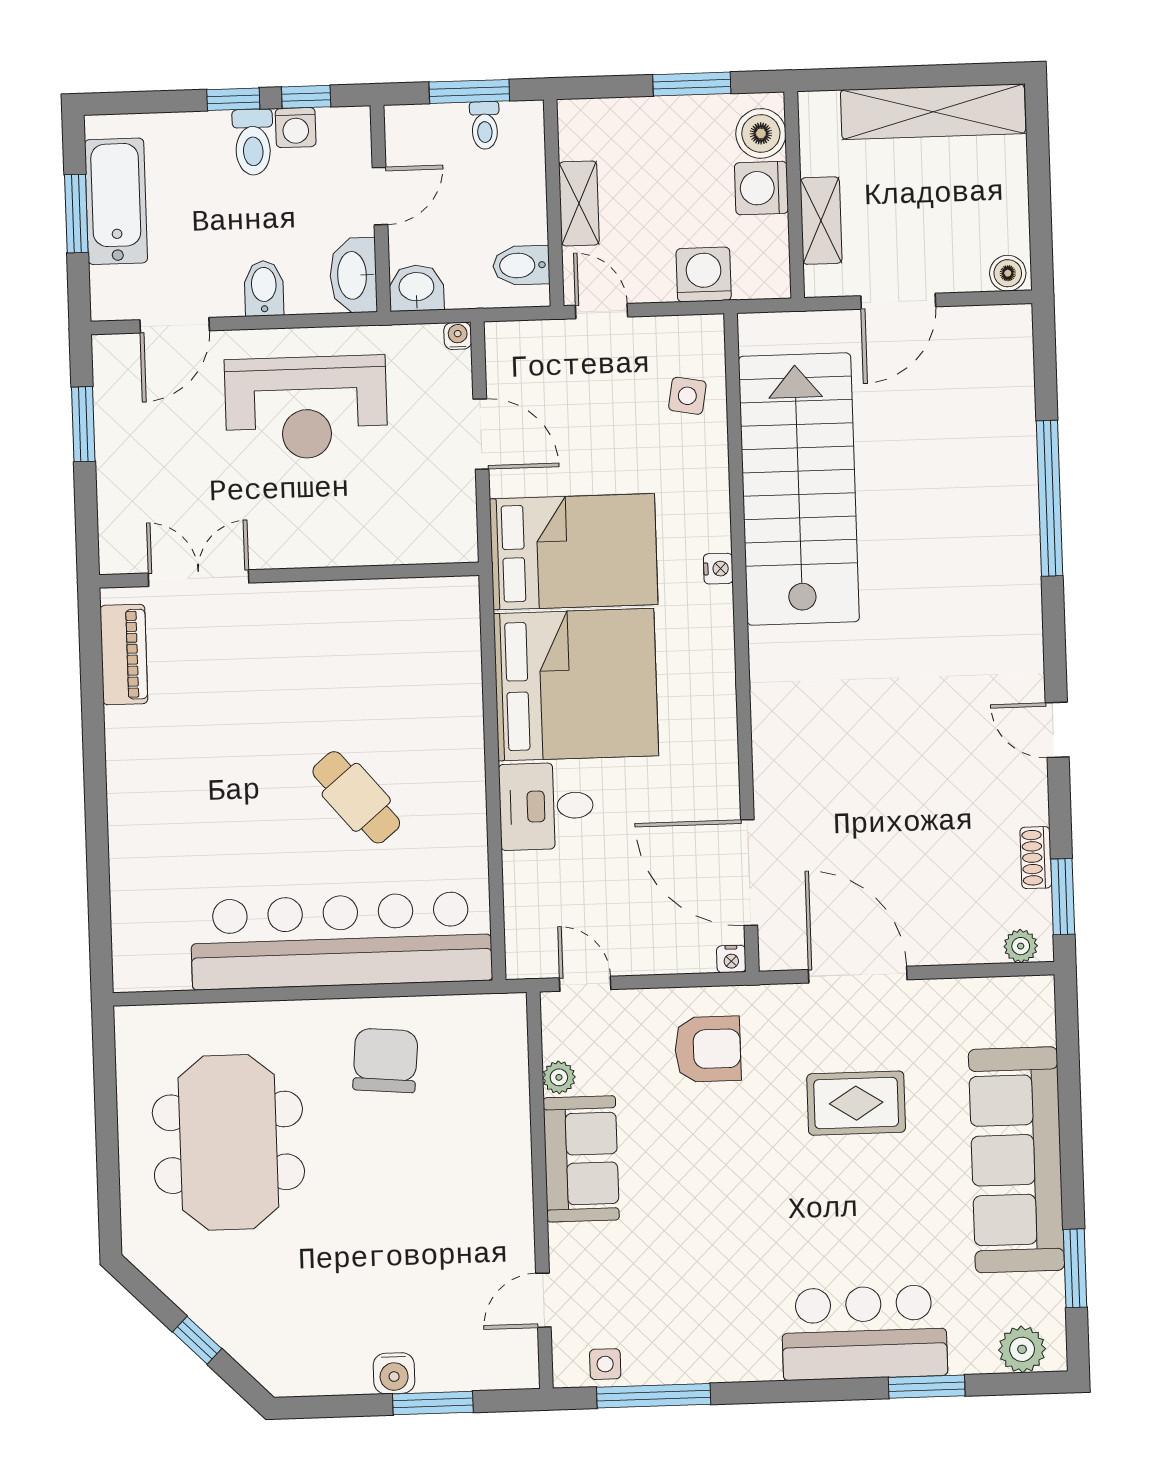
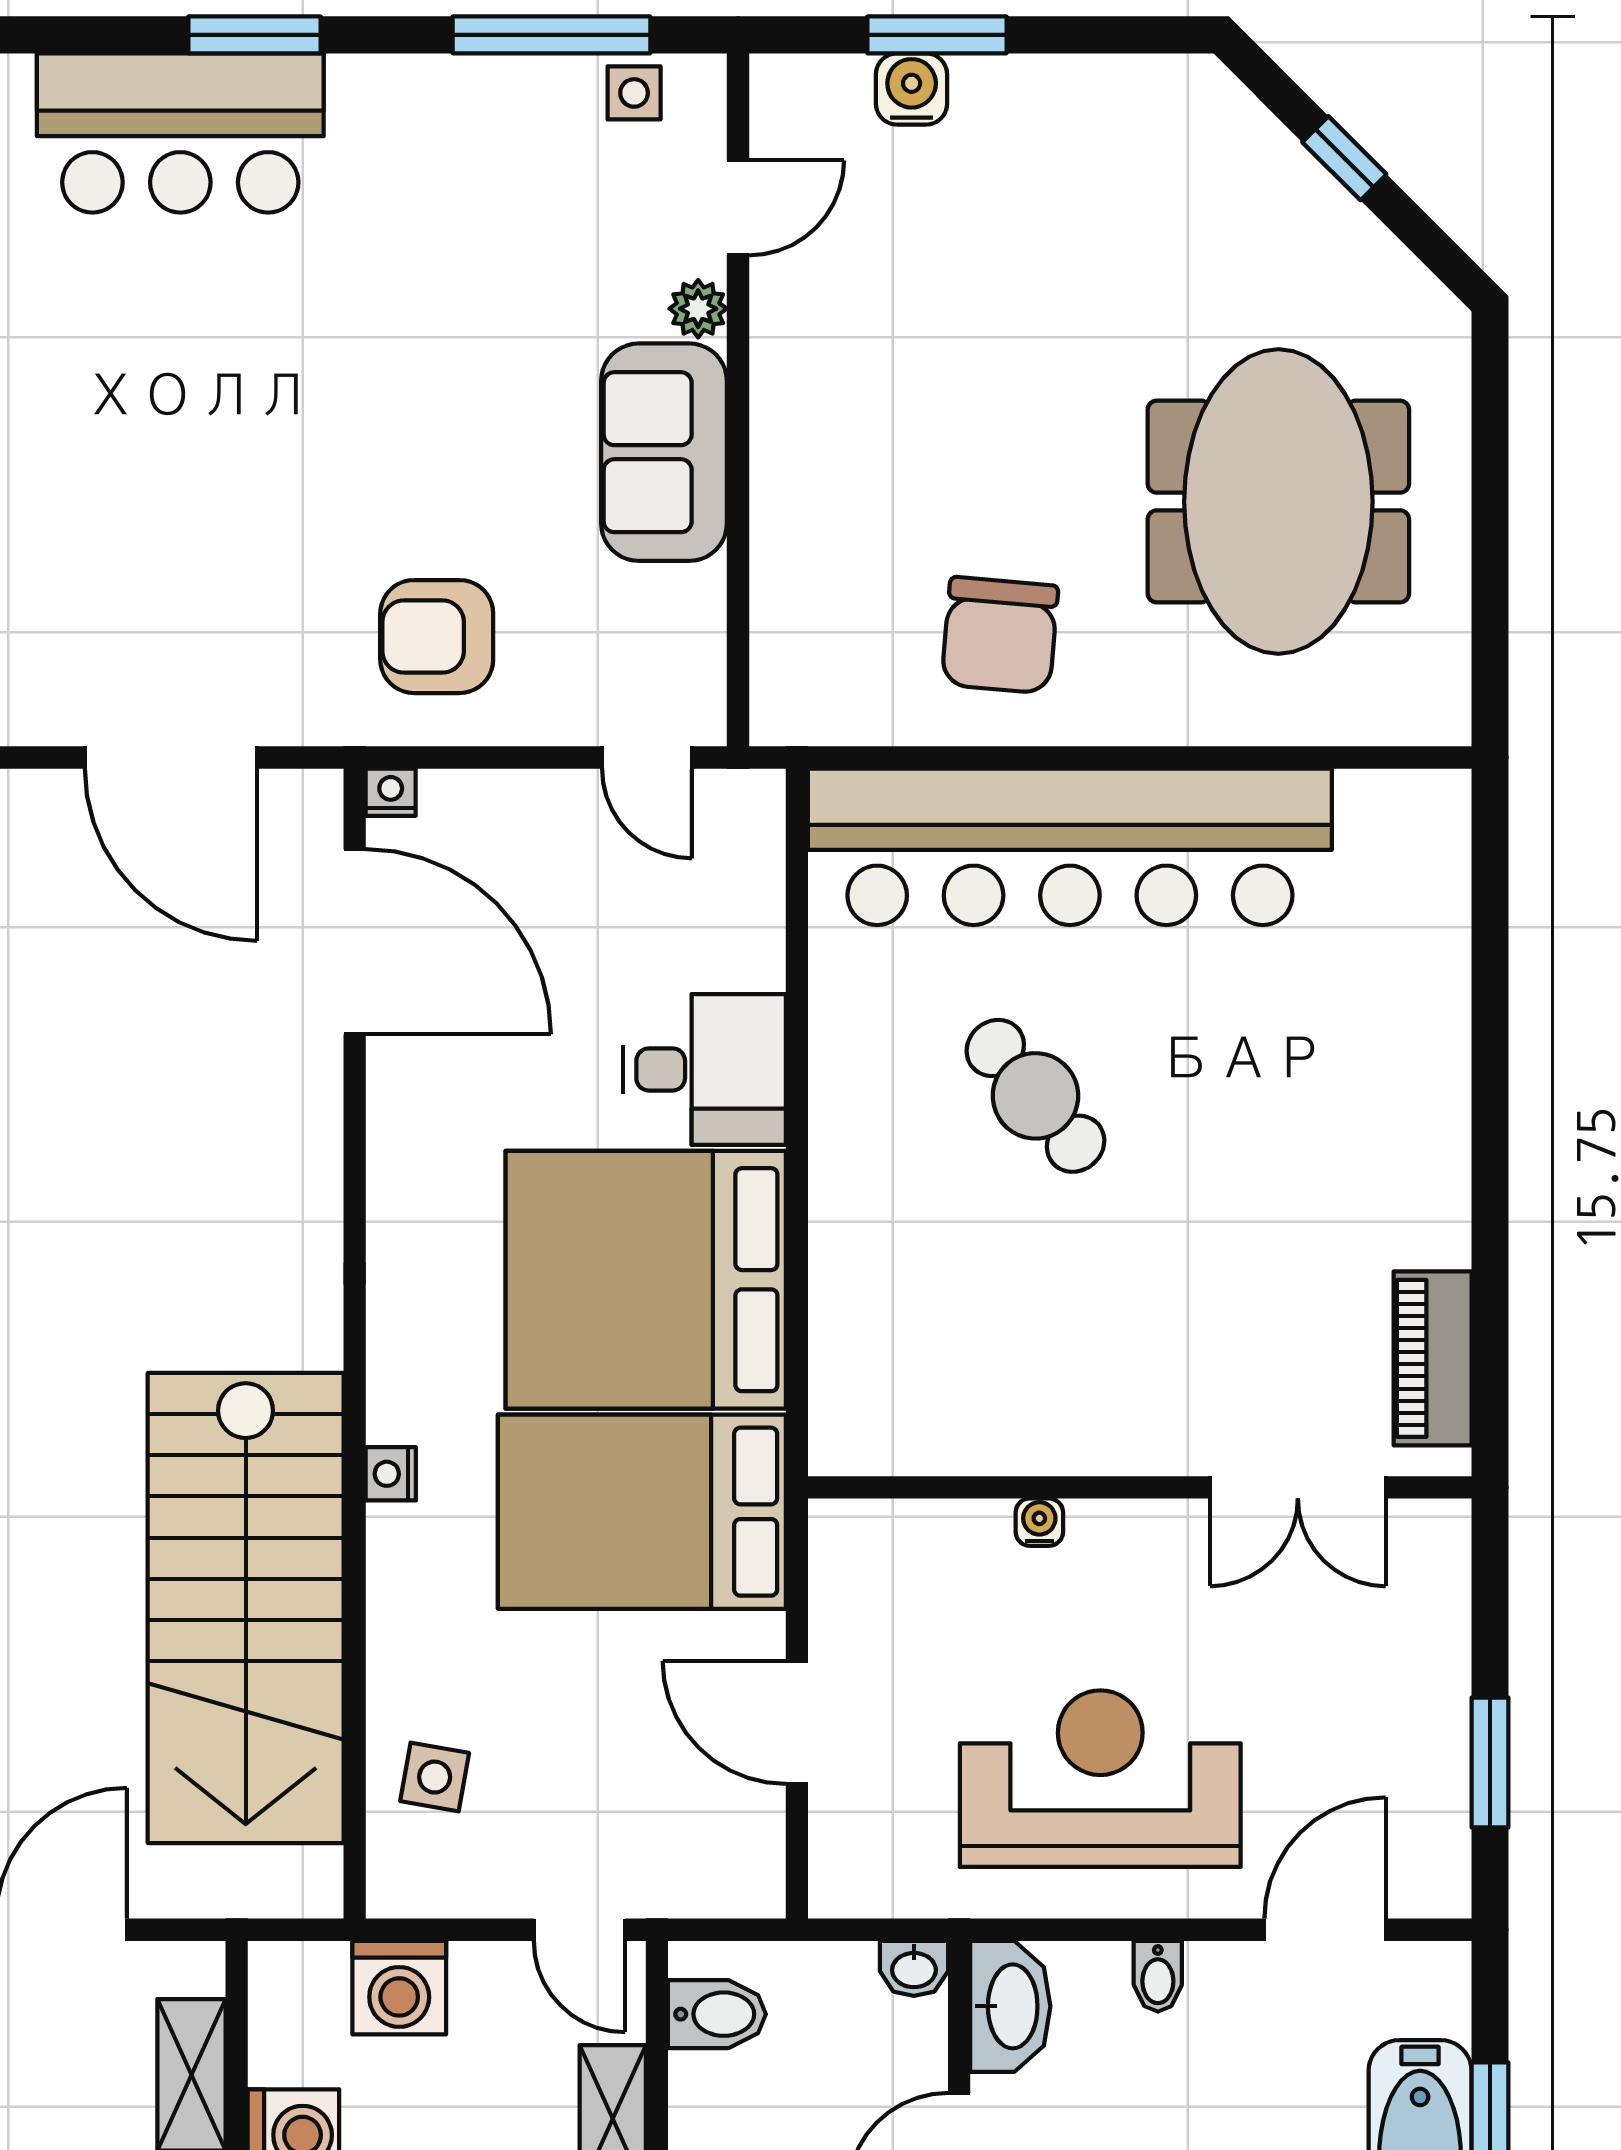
bidet: (264, 288) -> (1158, 1976), width x0.72, depth x0.74
washbasin: (416, 288) -> (914, 1968), width x0.72, depth x0.69
water cooler: (458, 336) -> (1039, 1522), moved, turned 180
plant: (559, 1077) -> (698, 309), moved
rug: (856, 1103) -> (181, 534), removed
water cooler: (394, 1373) -> (912, 89), moved
window: (927, 1387) -> (255, 35), moved

